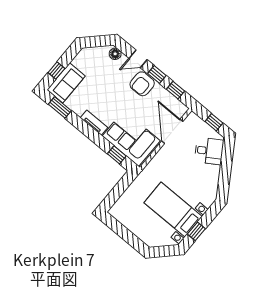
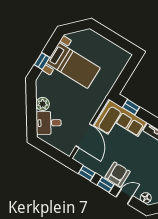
window: (214, 122) -> (48, 149), removed
plant: (213, 173) -> (43, 104), added
window: (196, 231) -> (42, 61), moved

